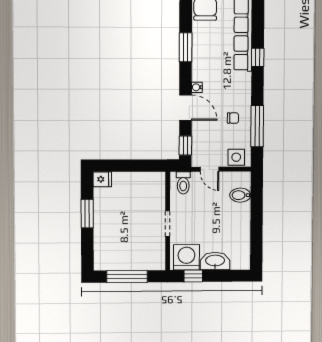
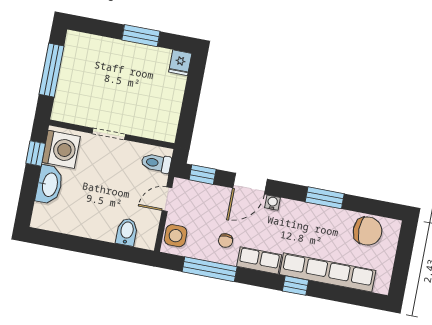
row of seats: (243, 89) -> (259, 260), added

